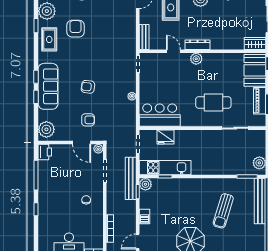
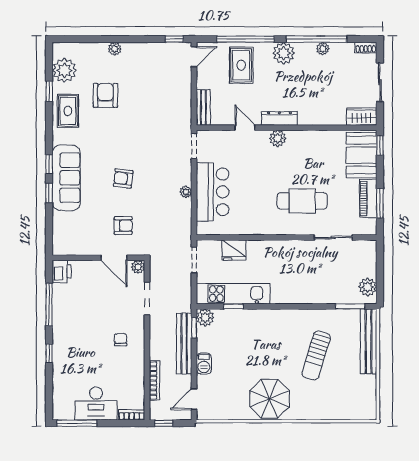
bar counter: (160, 115) -> (213, 192), moved, turned 90
plant: (46, 129) -> (64, 239), removed
bench: (131, 178) -> (184, 343), moved

